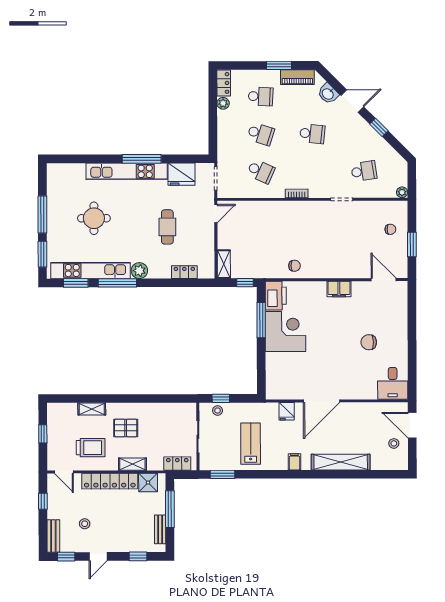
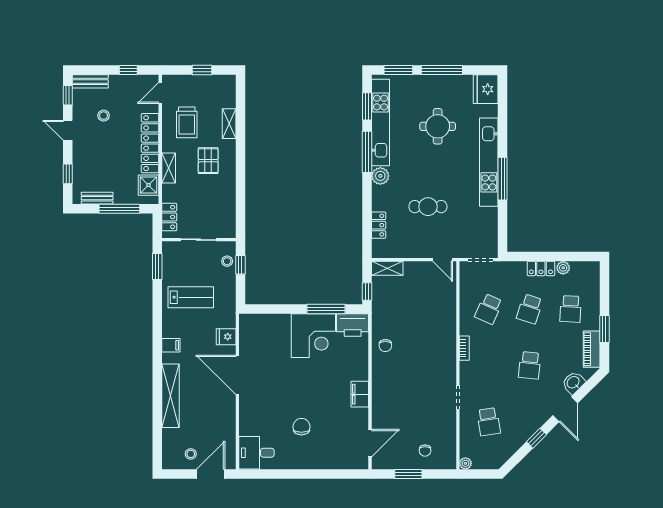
locker: (224, 83) -> (541, 268), moved
fridge: (181, 174) -> (486, 89), moved

